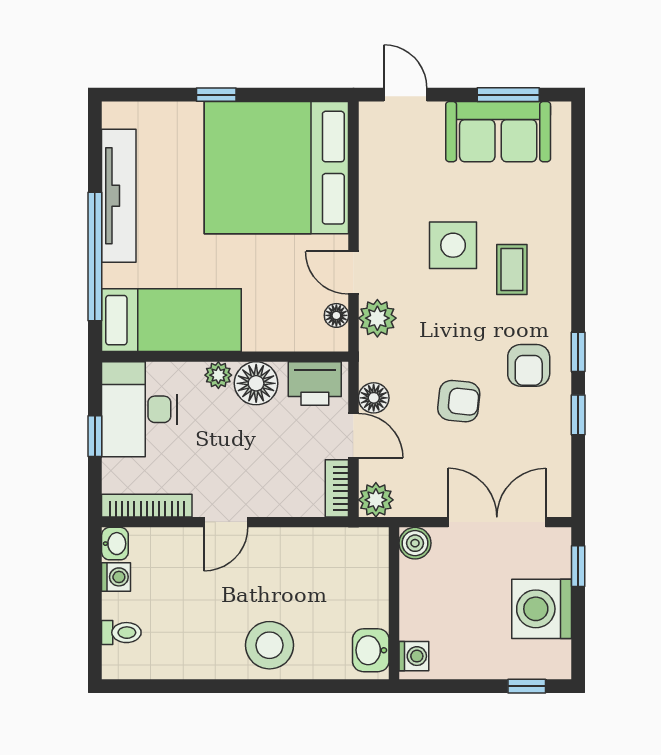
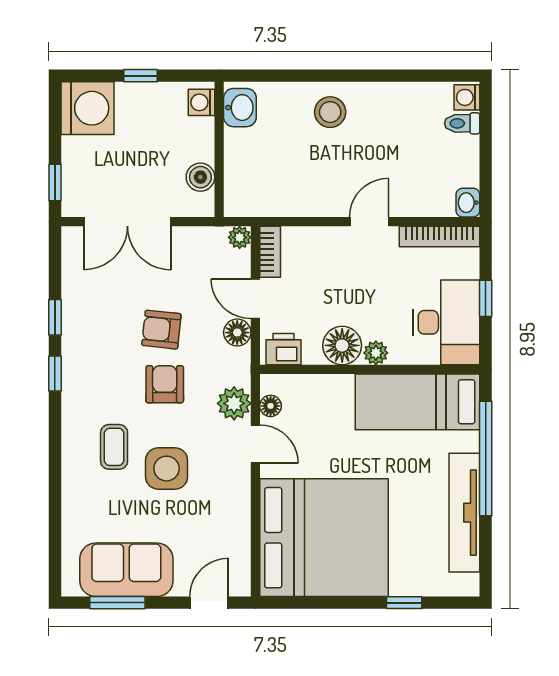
window: (216, 95) -> (404, 603), moved
door: (405, 95) -> (209, 603), swing flipped
armchair: (529, 365) -> (165, 384), moved
printer: (315, 384) -> (283, 349), width x0.73, depth x0.81
plant: (376, 500) -> (240, 237), width x0.73, depth x0.73
boiler: (415, 543) -> (200, 177), moved
washing machine: (116, 577) -> (467, 97), moved
washing machine: (542, 609) -> (88, 108), moved
stool: (269, 645) -> (330, 112), width x0.73, depth x0.73
window: (527, 686) -> (140, 76), moved

